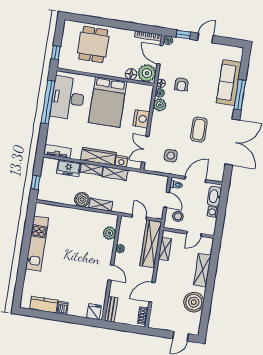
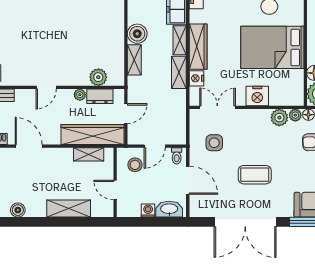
dresser: (124, 234) -> (100, 96), added
boiler: (194, 302) -> (18, 210), width x0.54, depth x0.54

